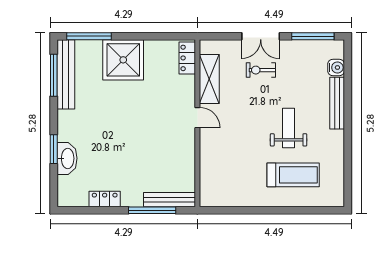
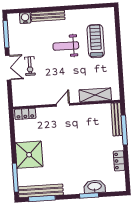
shelving: (209, 79) -> (95, 95), moved

